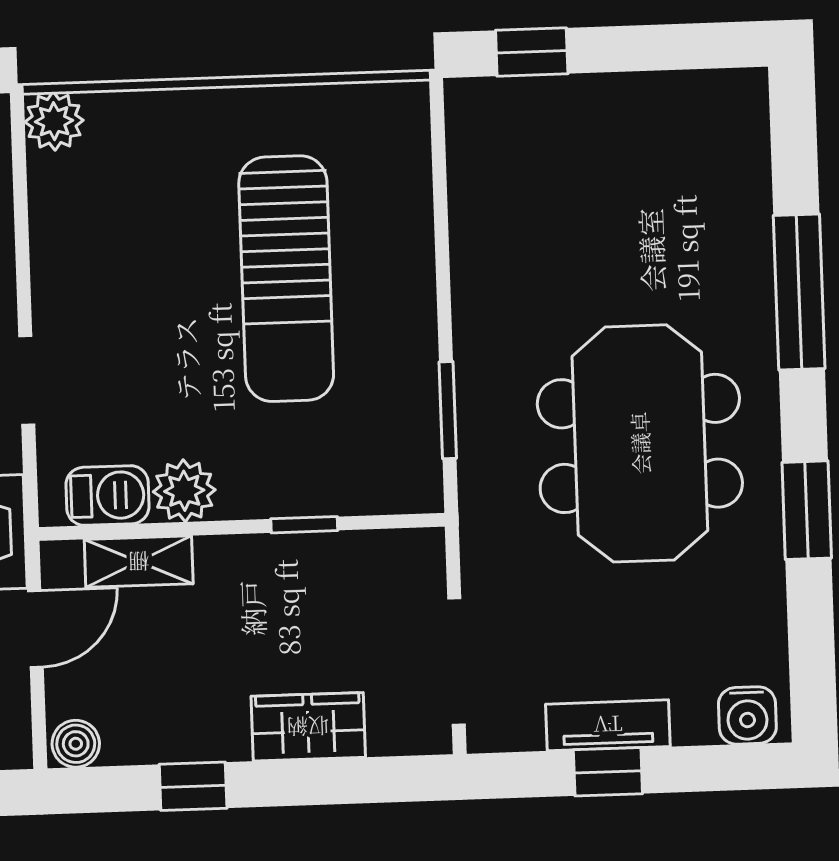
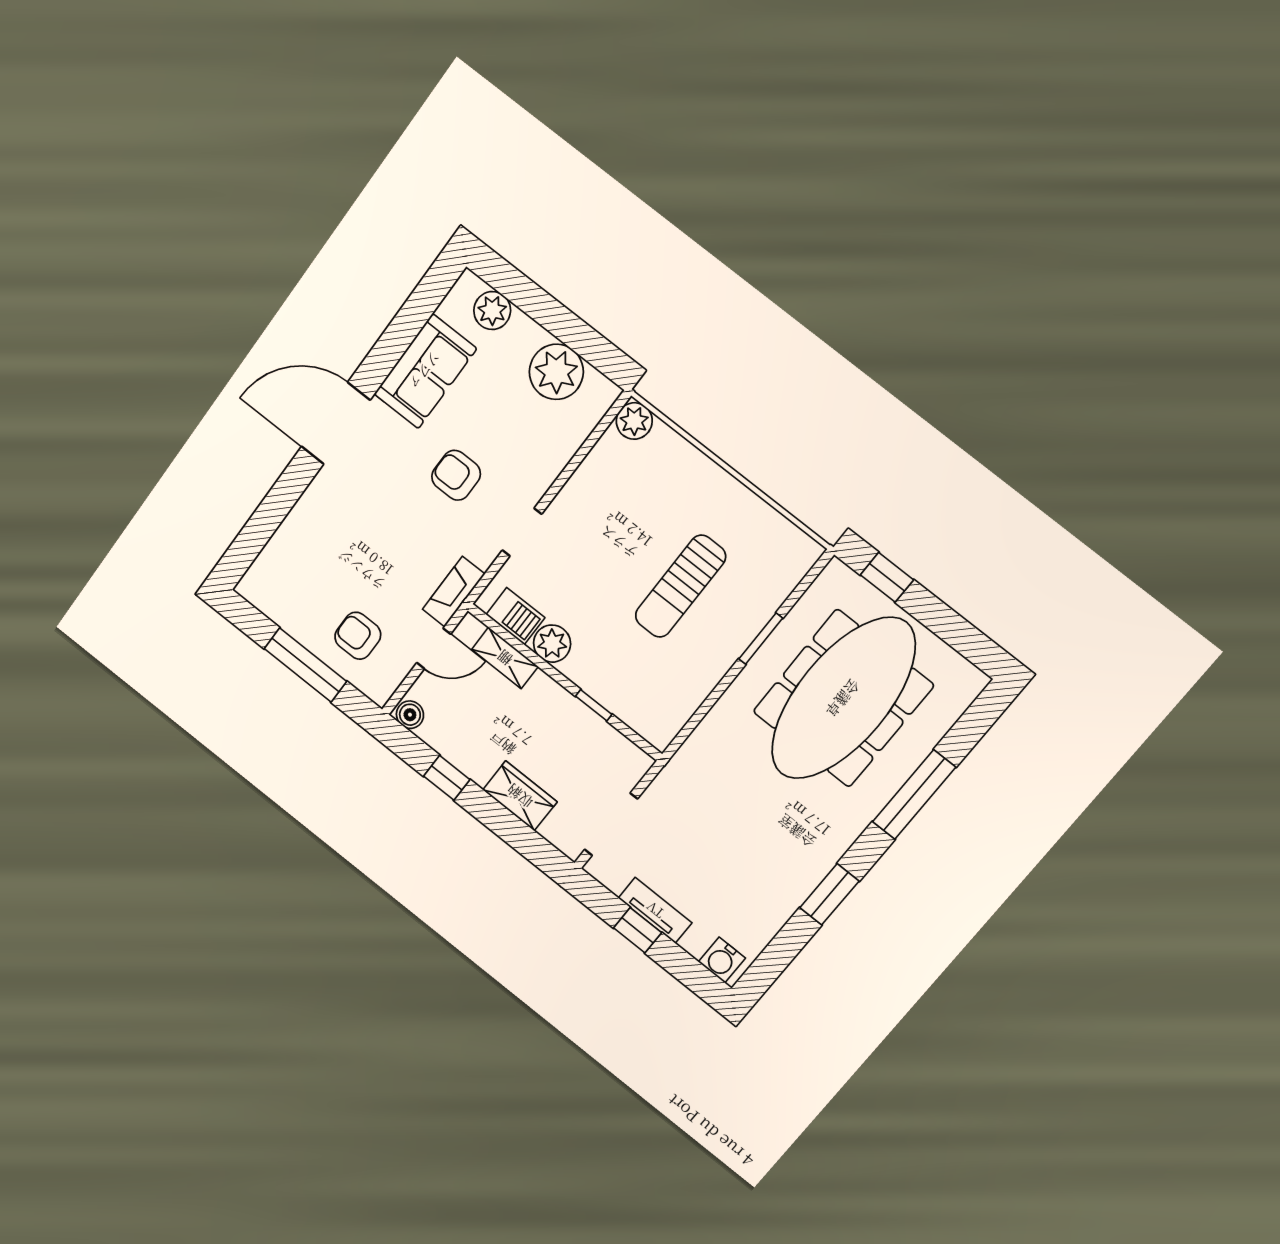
sun lounger: (286, 279) -> (680, 586), width x0.73, depth x0.75
window: (448, 410) -> (761, 639), moved
meeting table: (640, 443) -> (843, 698), moved, width x1.36

